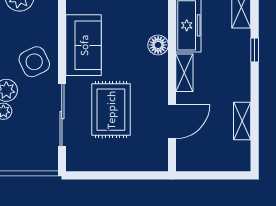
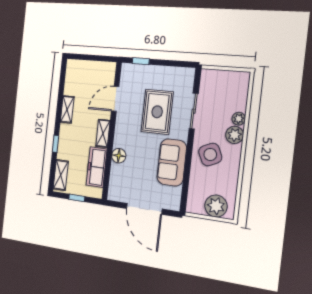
sliding door: (62, 115) -> (194, 111), width x0.73
shelving: (242, 121) -> (67, 109), moved
window: (141, 175) -> (141, 61), added

